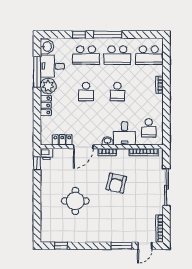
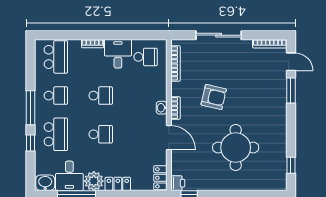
school desk: (117, 55) -> (56, 96), width x0.54
desk: (125, 133) -> (118, 54), moved, turned -90
locker: (62, 140) -> (160, 178), moved
round table: (75, 201) -> (236, 148), width x1.36, depth x1.36

